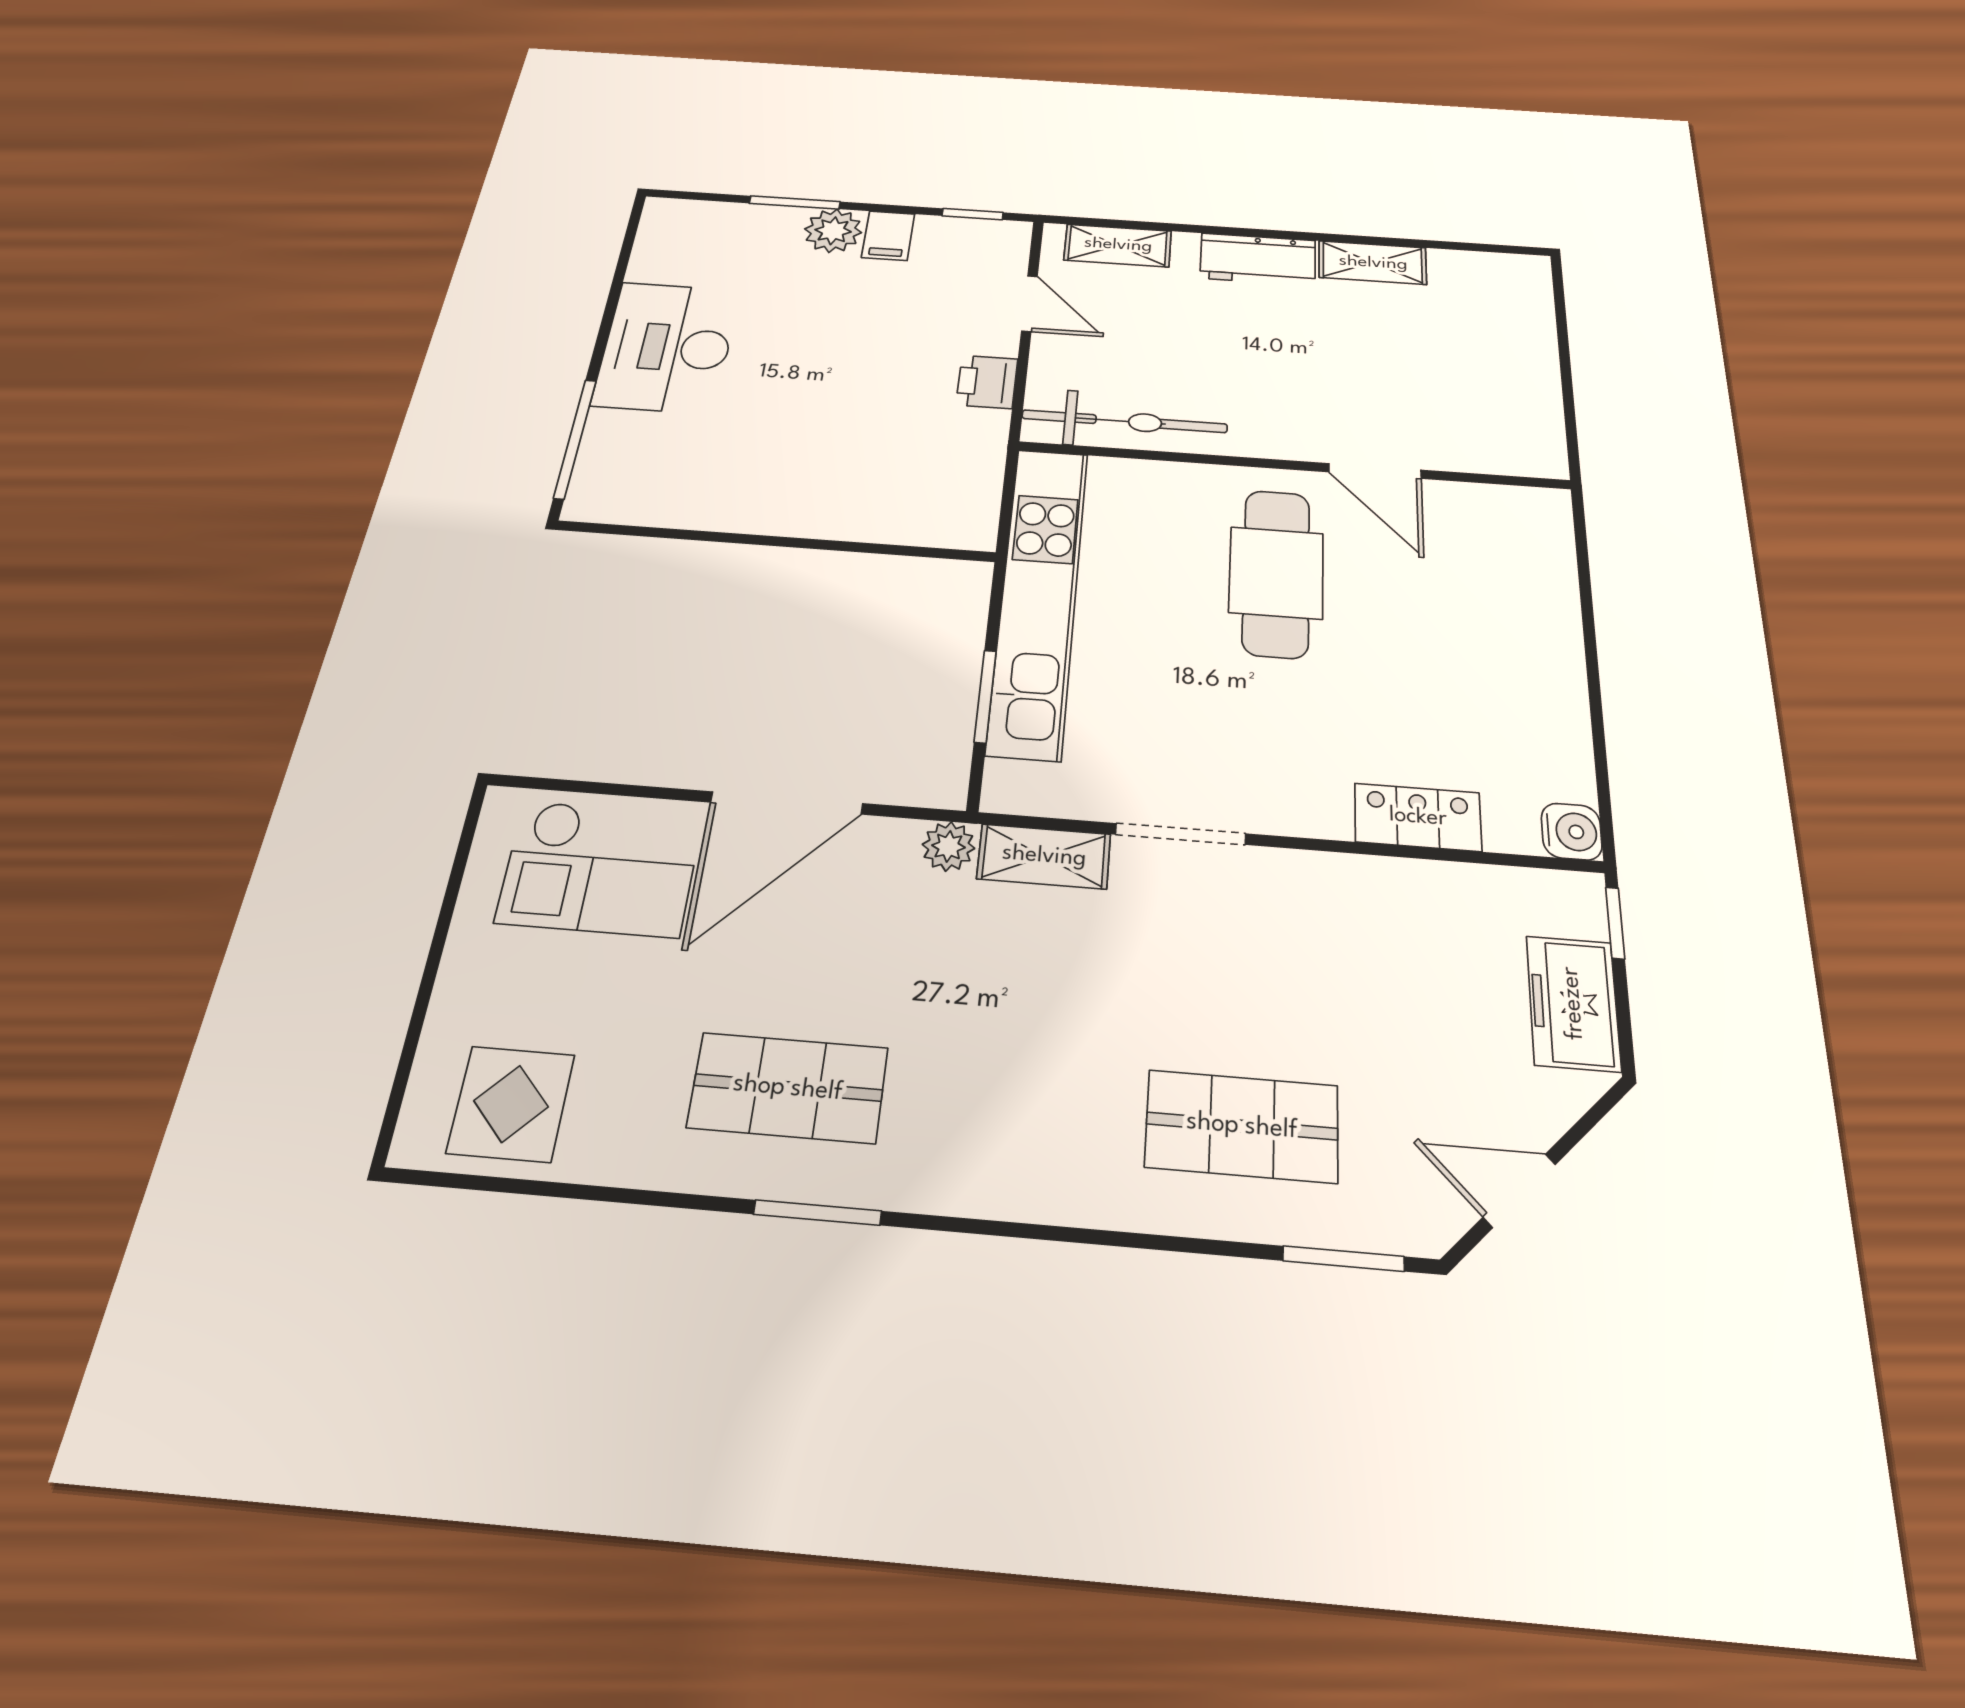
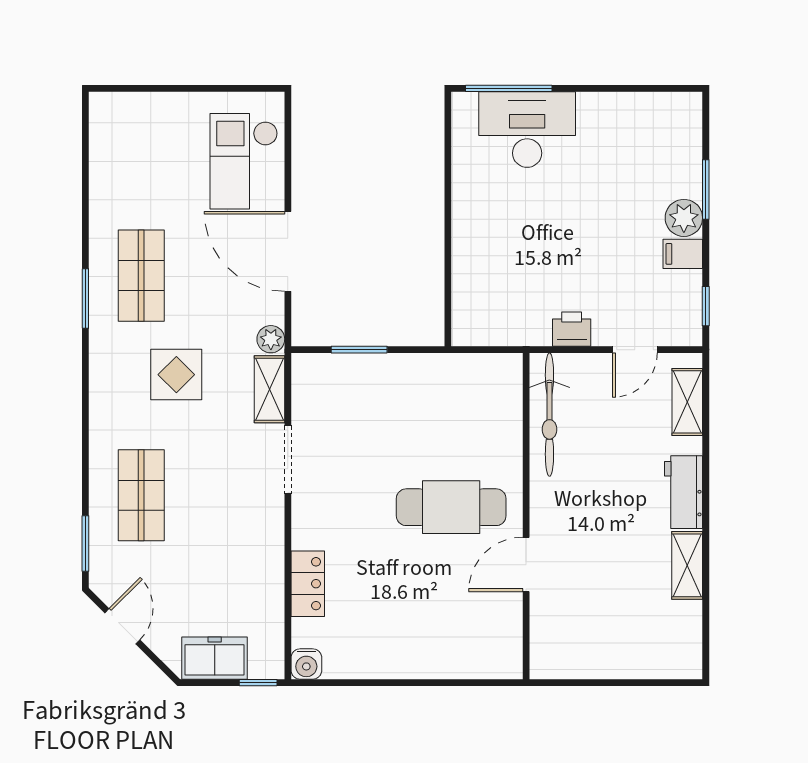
desk: (667, 347) -> (527, 130), moved
kitchen unit: (1039, 598) -> (423, 373), removed
display table: (511, 1104) -> (176, 375), moved

